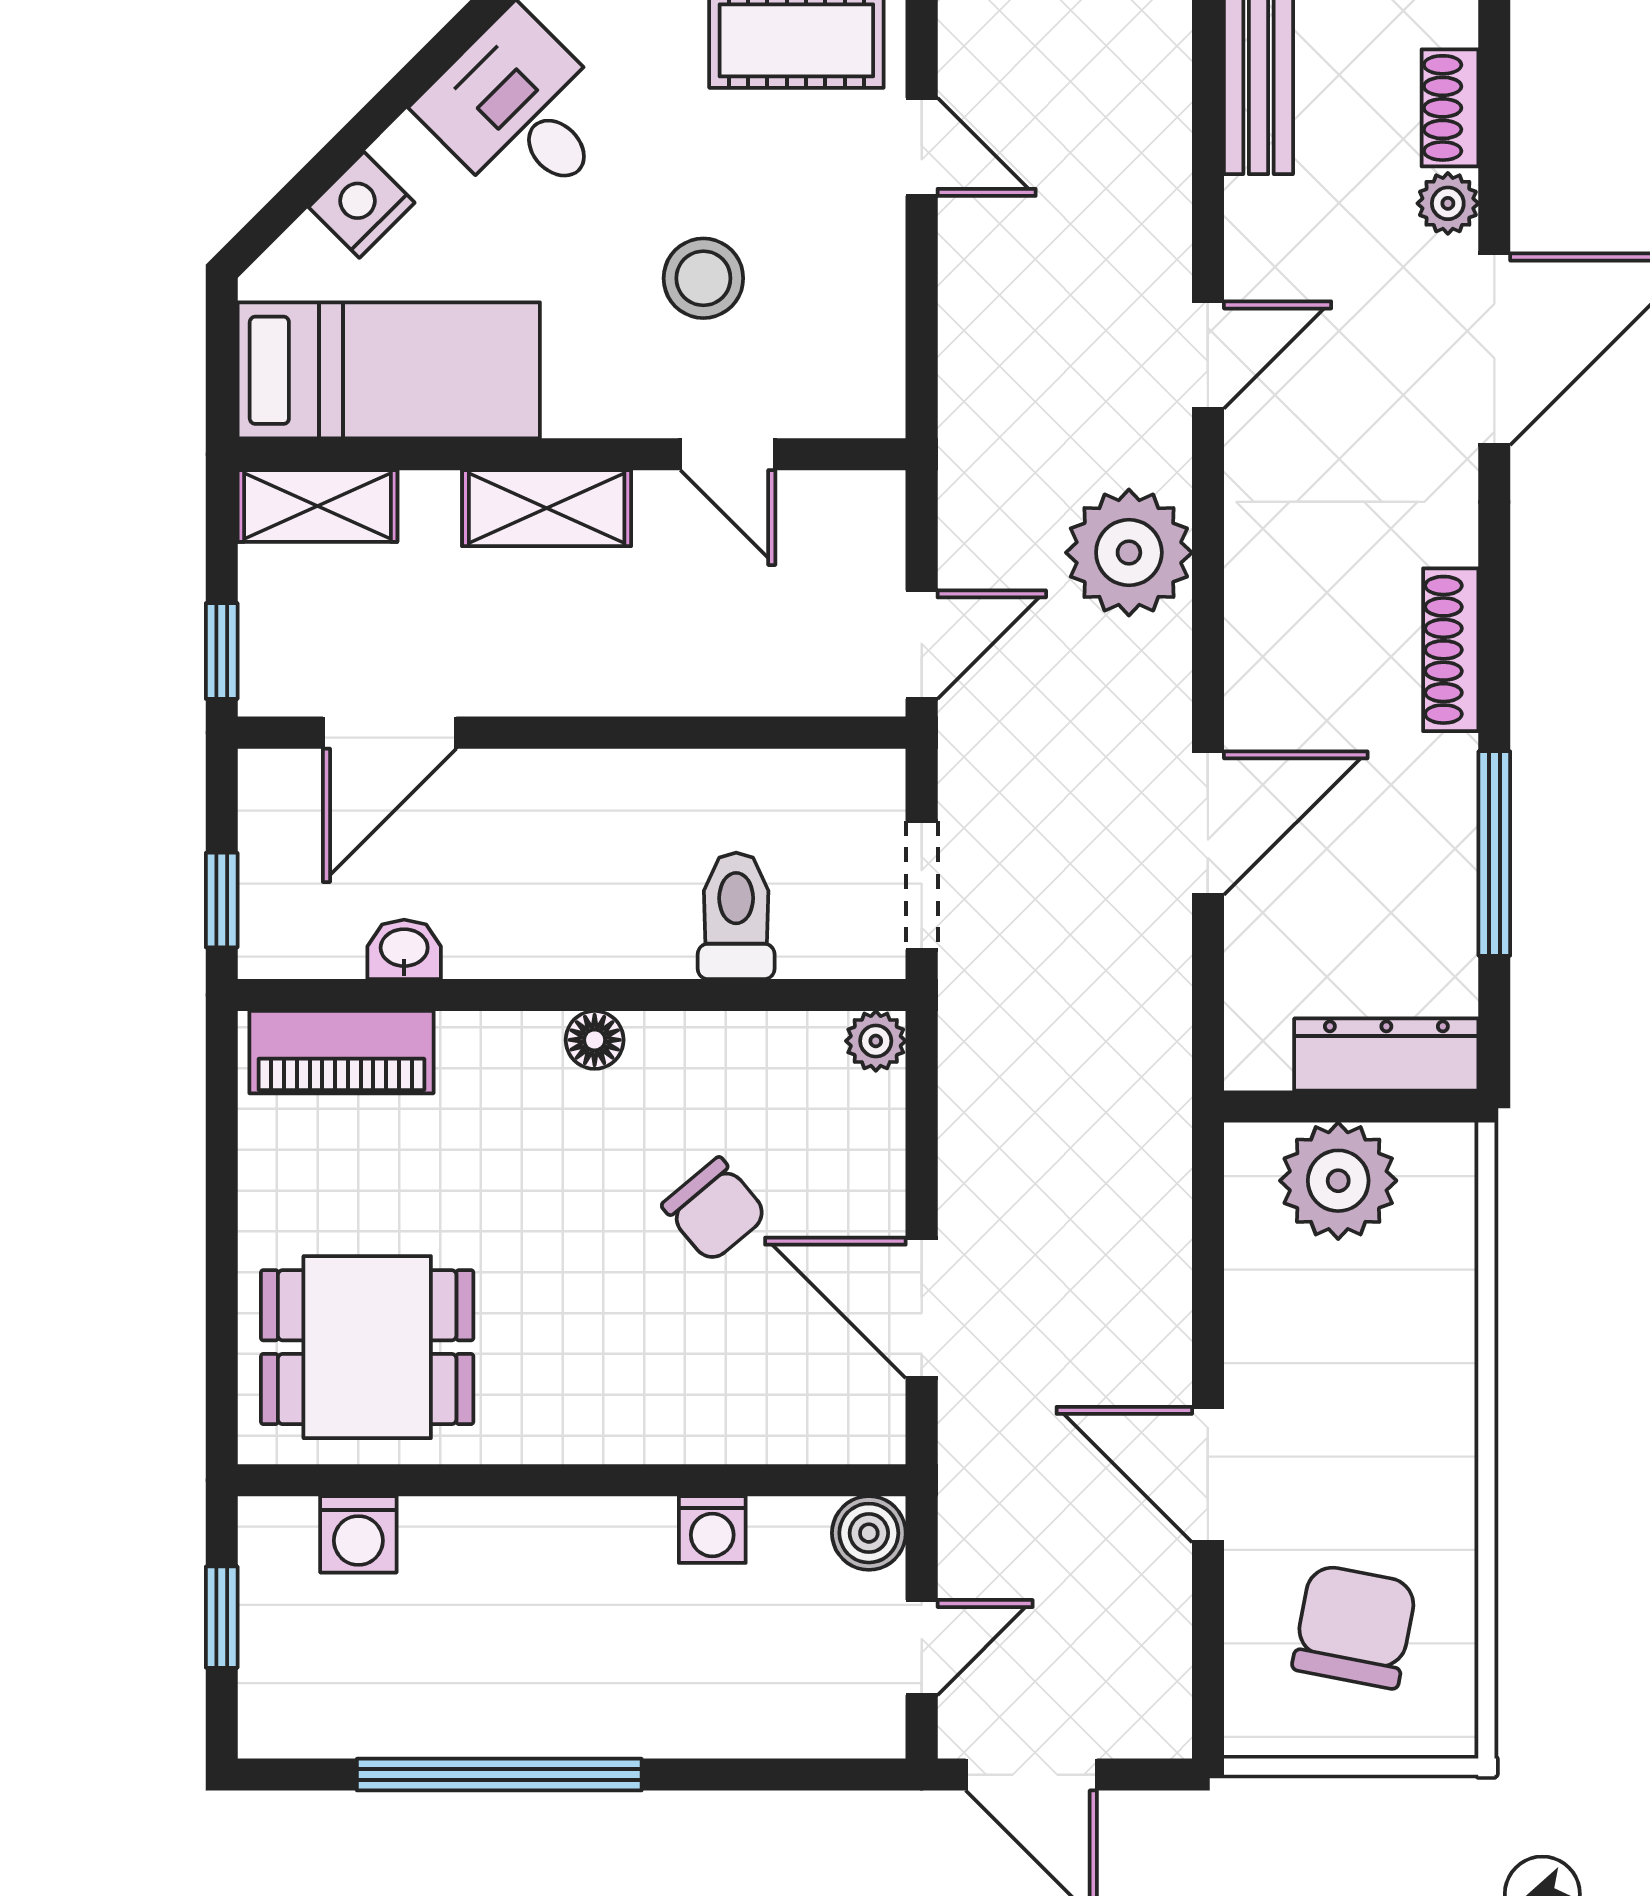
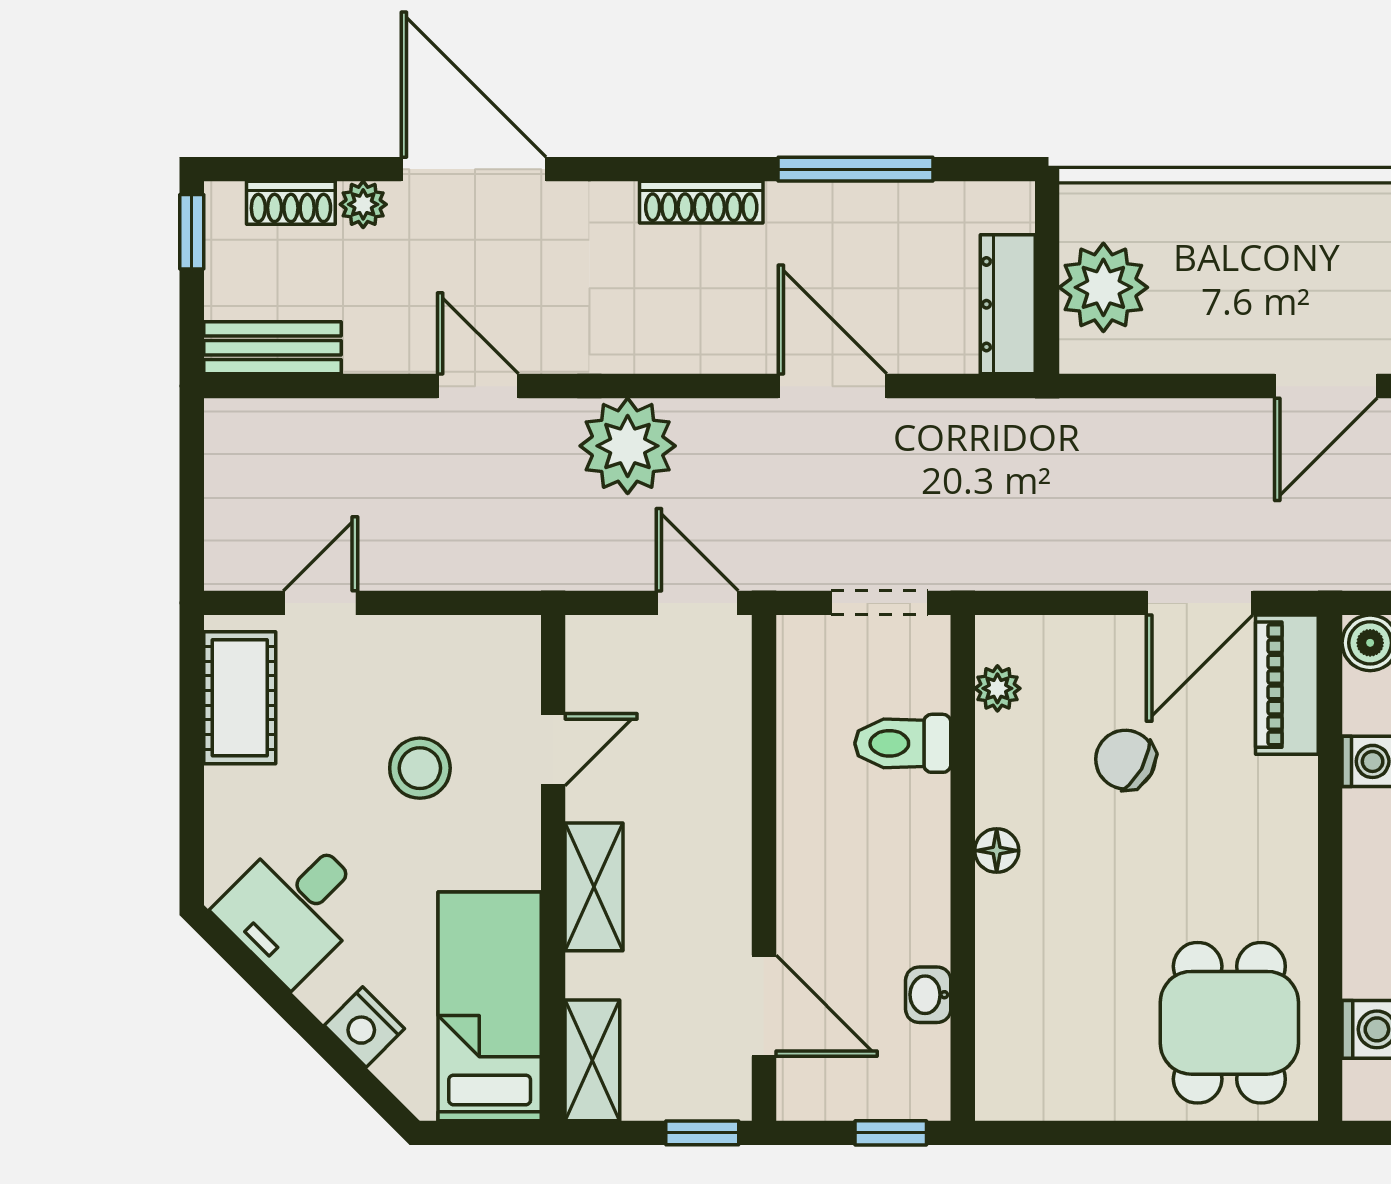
plant: (876, 1041) -> (997, 688), moved
piano: (341, 1052) -> (1287, 685), moved, turned 180
dresser: (1386, 1054) -> (1008, 304), moved
chair: (715, 1210) -> (1125, 760), turned -111

